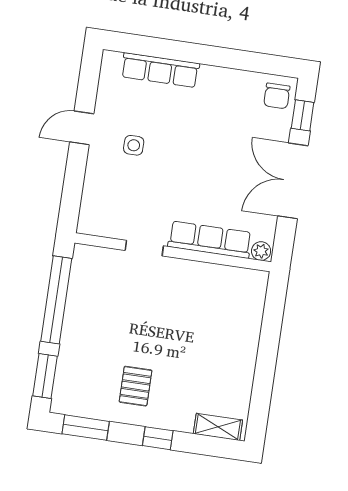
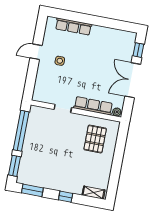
chair: (277, 96) -> (127, 41), removed
pallet: (136, 386) -> (95, 139), moved, width x1.50, depth x1.42

